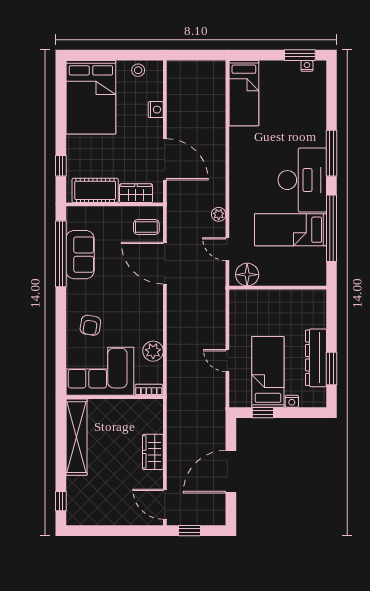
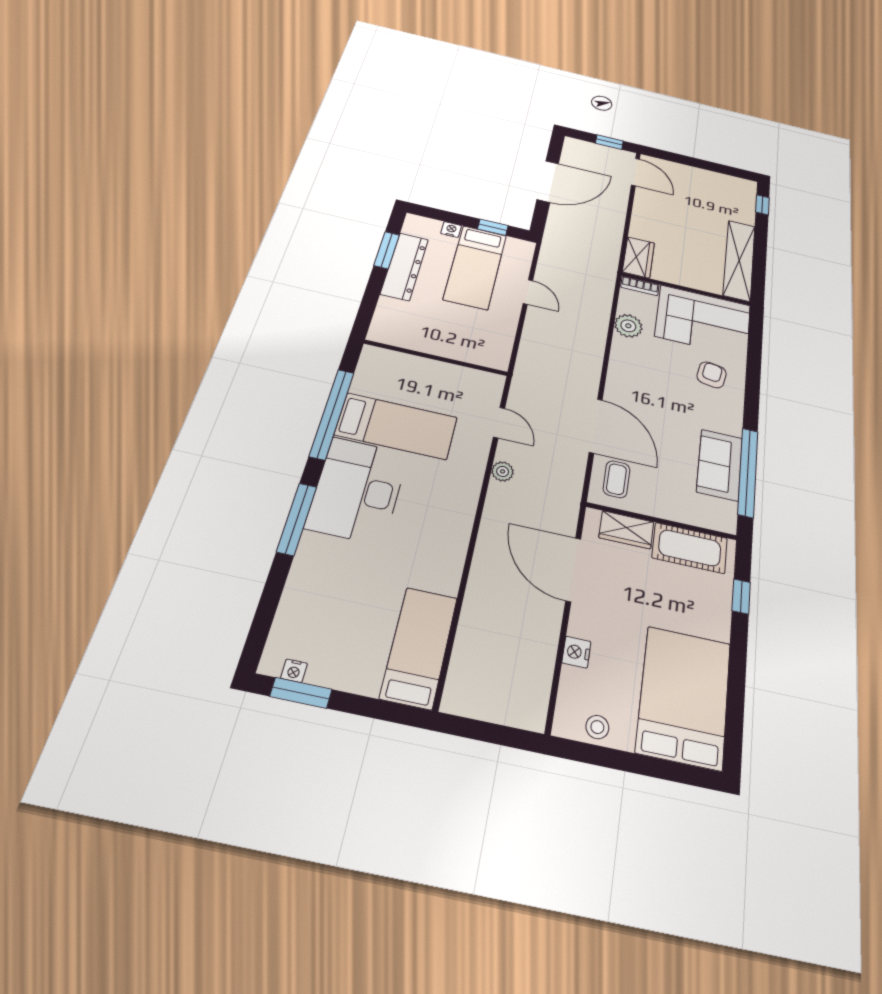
coffee table: (146, 227) -> (616, 479), turned 90
floor lamp: (247, 275) -> (477, 384), removed
wardrobe: (153, 452) -> (638, 257), moved

